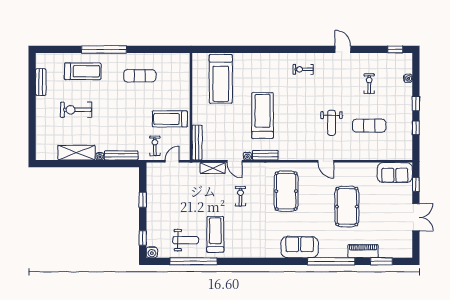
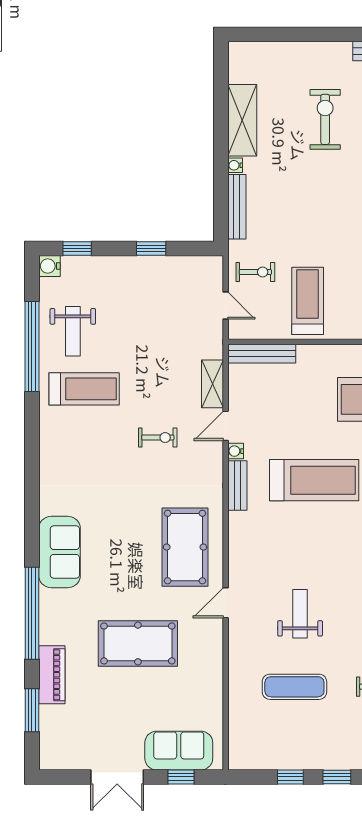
weight bench: (331, 123) -> (300, 614), turned 90
exercise mat: (369, 126) -> (294, 687), turned 90
sofa: (395, 173) -> (179, 751), moved, turned 90
pool table: (286, 191) -> (185, 547), moved, turned 90

